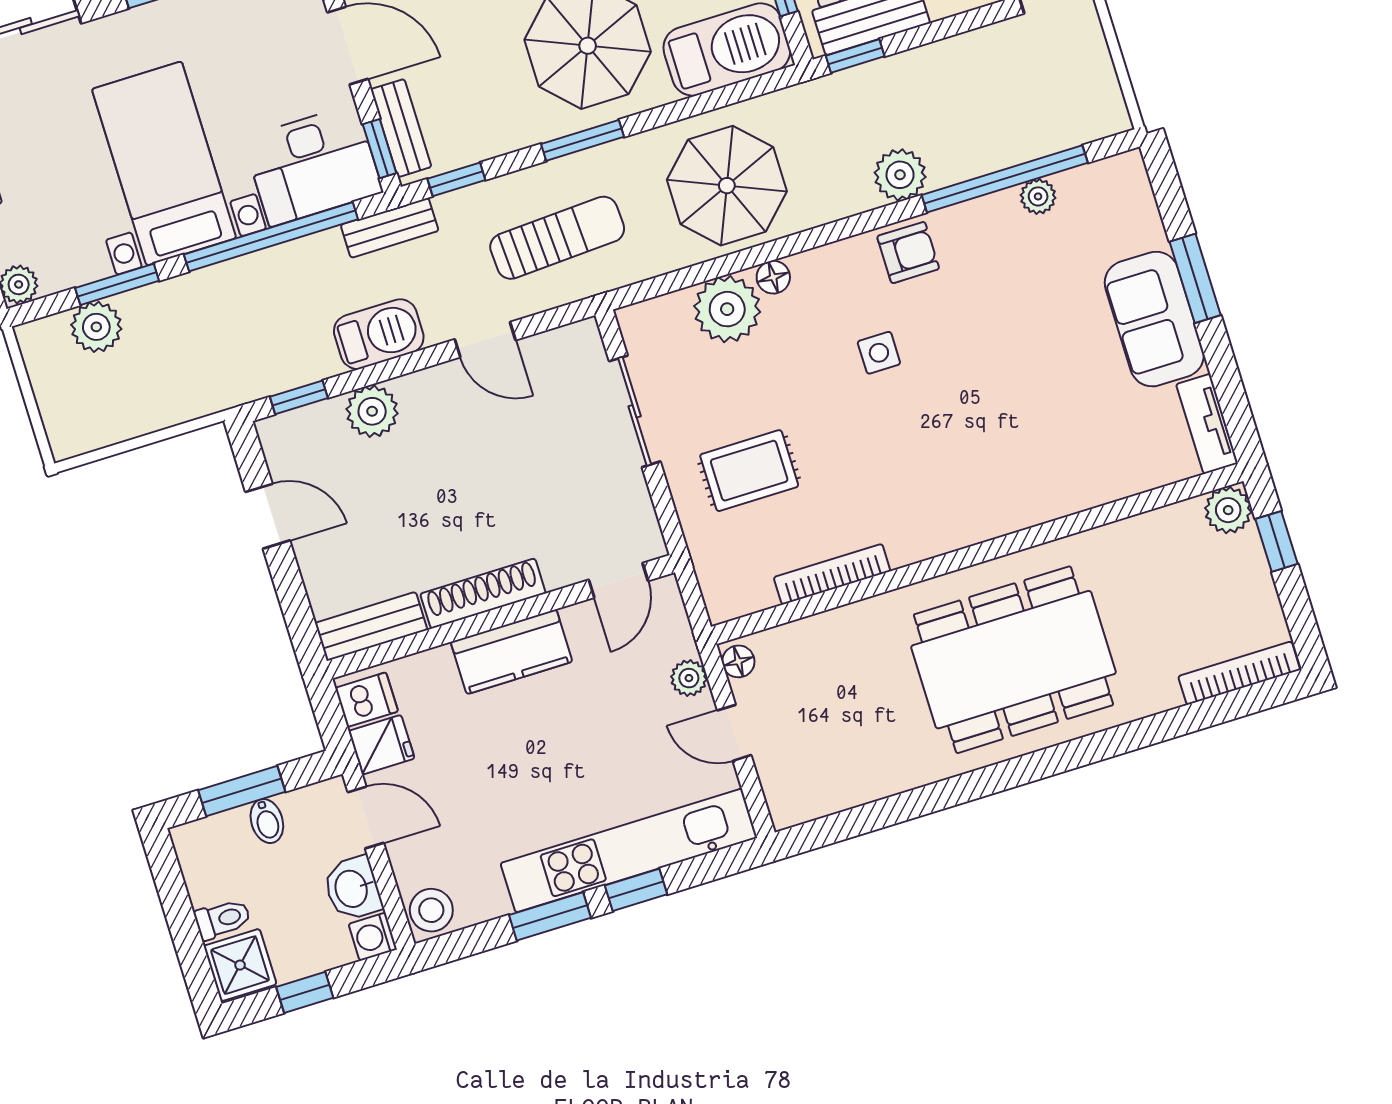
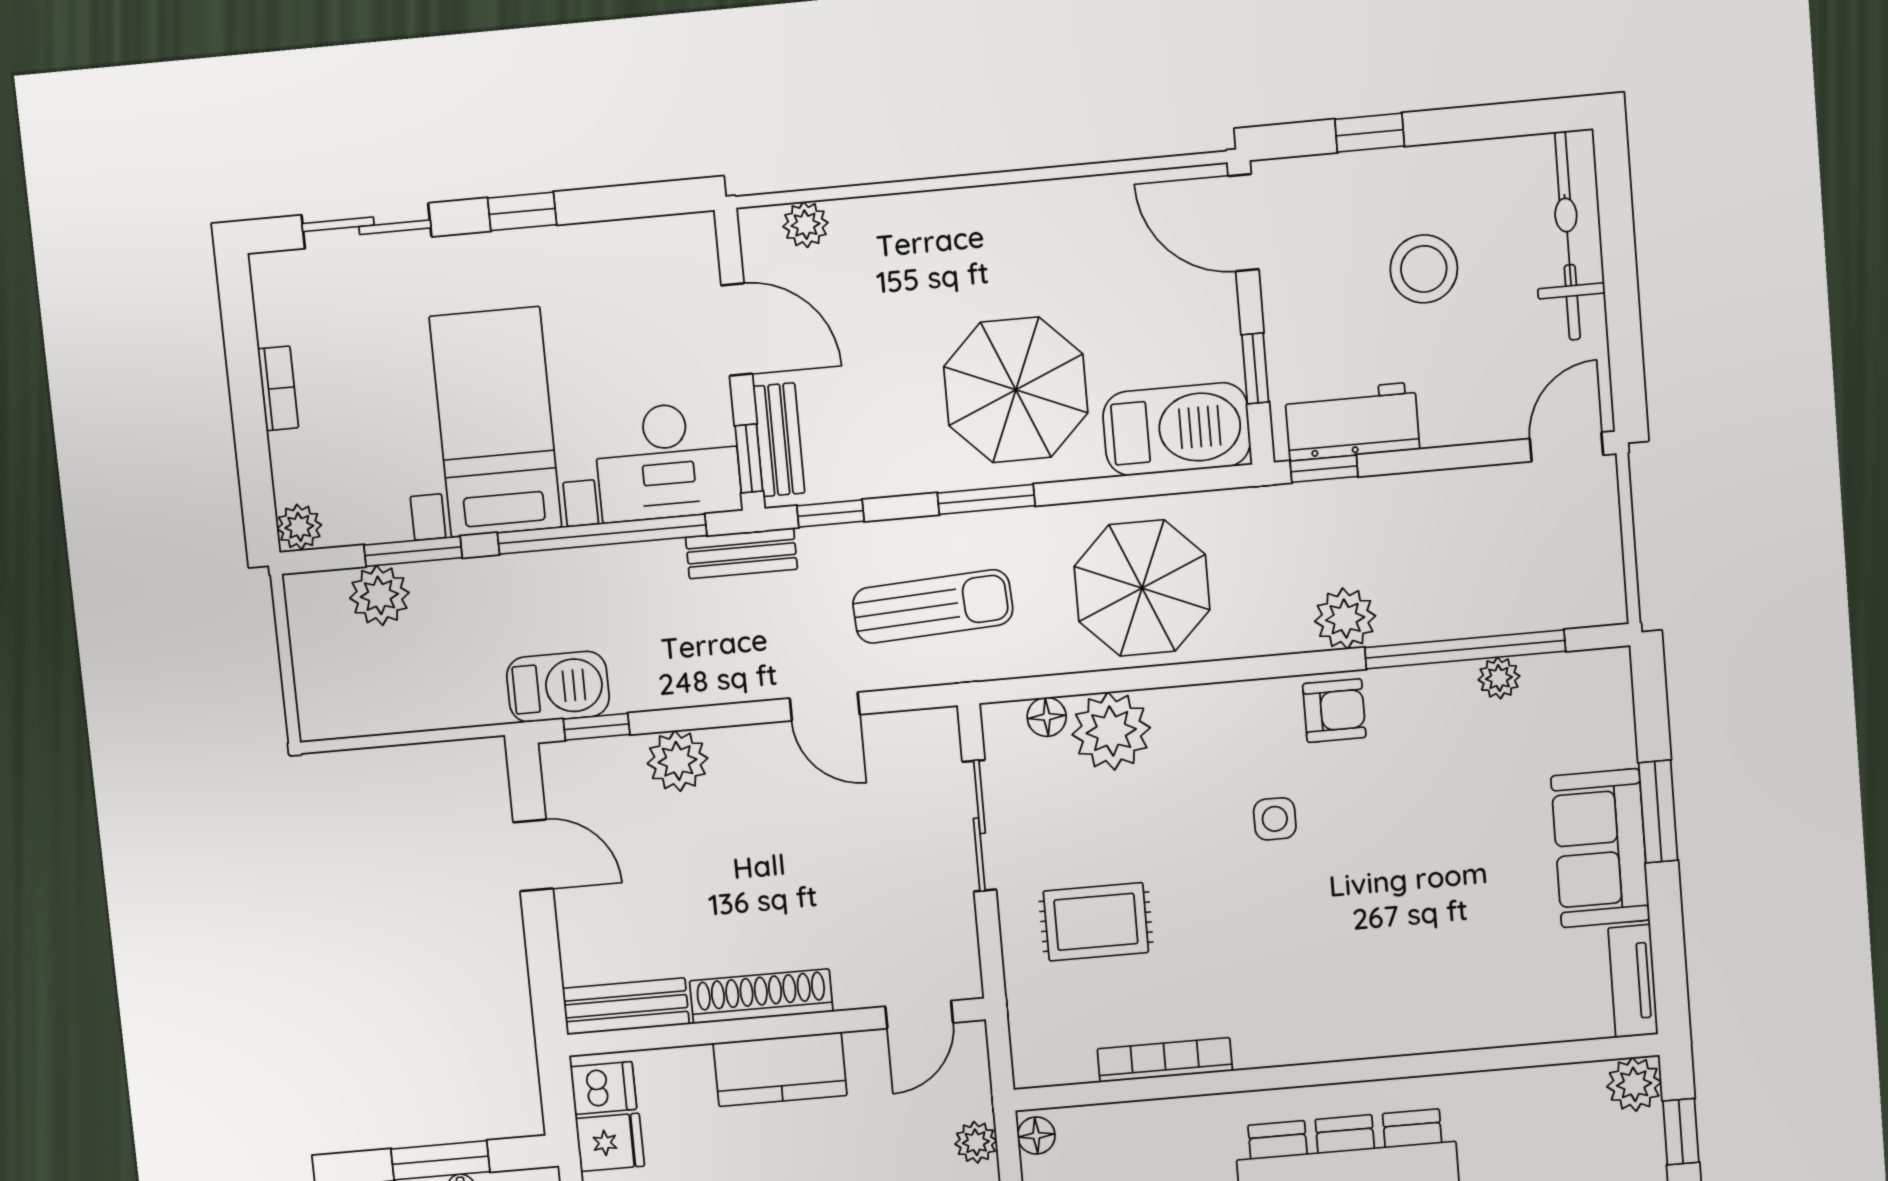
floor lamp: (773, 277) -> (1047, 717), moved
barbecue: (379, 334) -> (558, 687), moved

